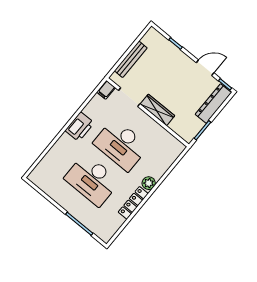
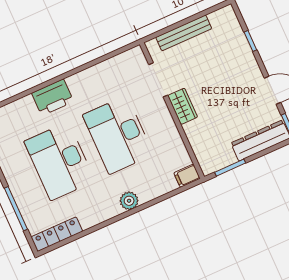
filing cabinet: (106, 90) -> (187, 176), moved
wardrobe: (157, 110) -> (183, 106), width x0.67
printer: (80, 127) -> (53, 97), moved
locker: (133, 203) -> (57, 234), moved

